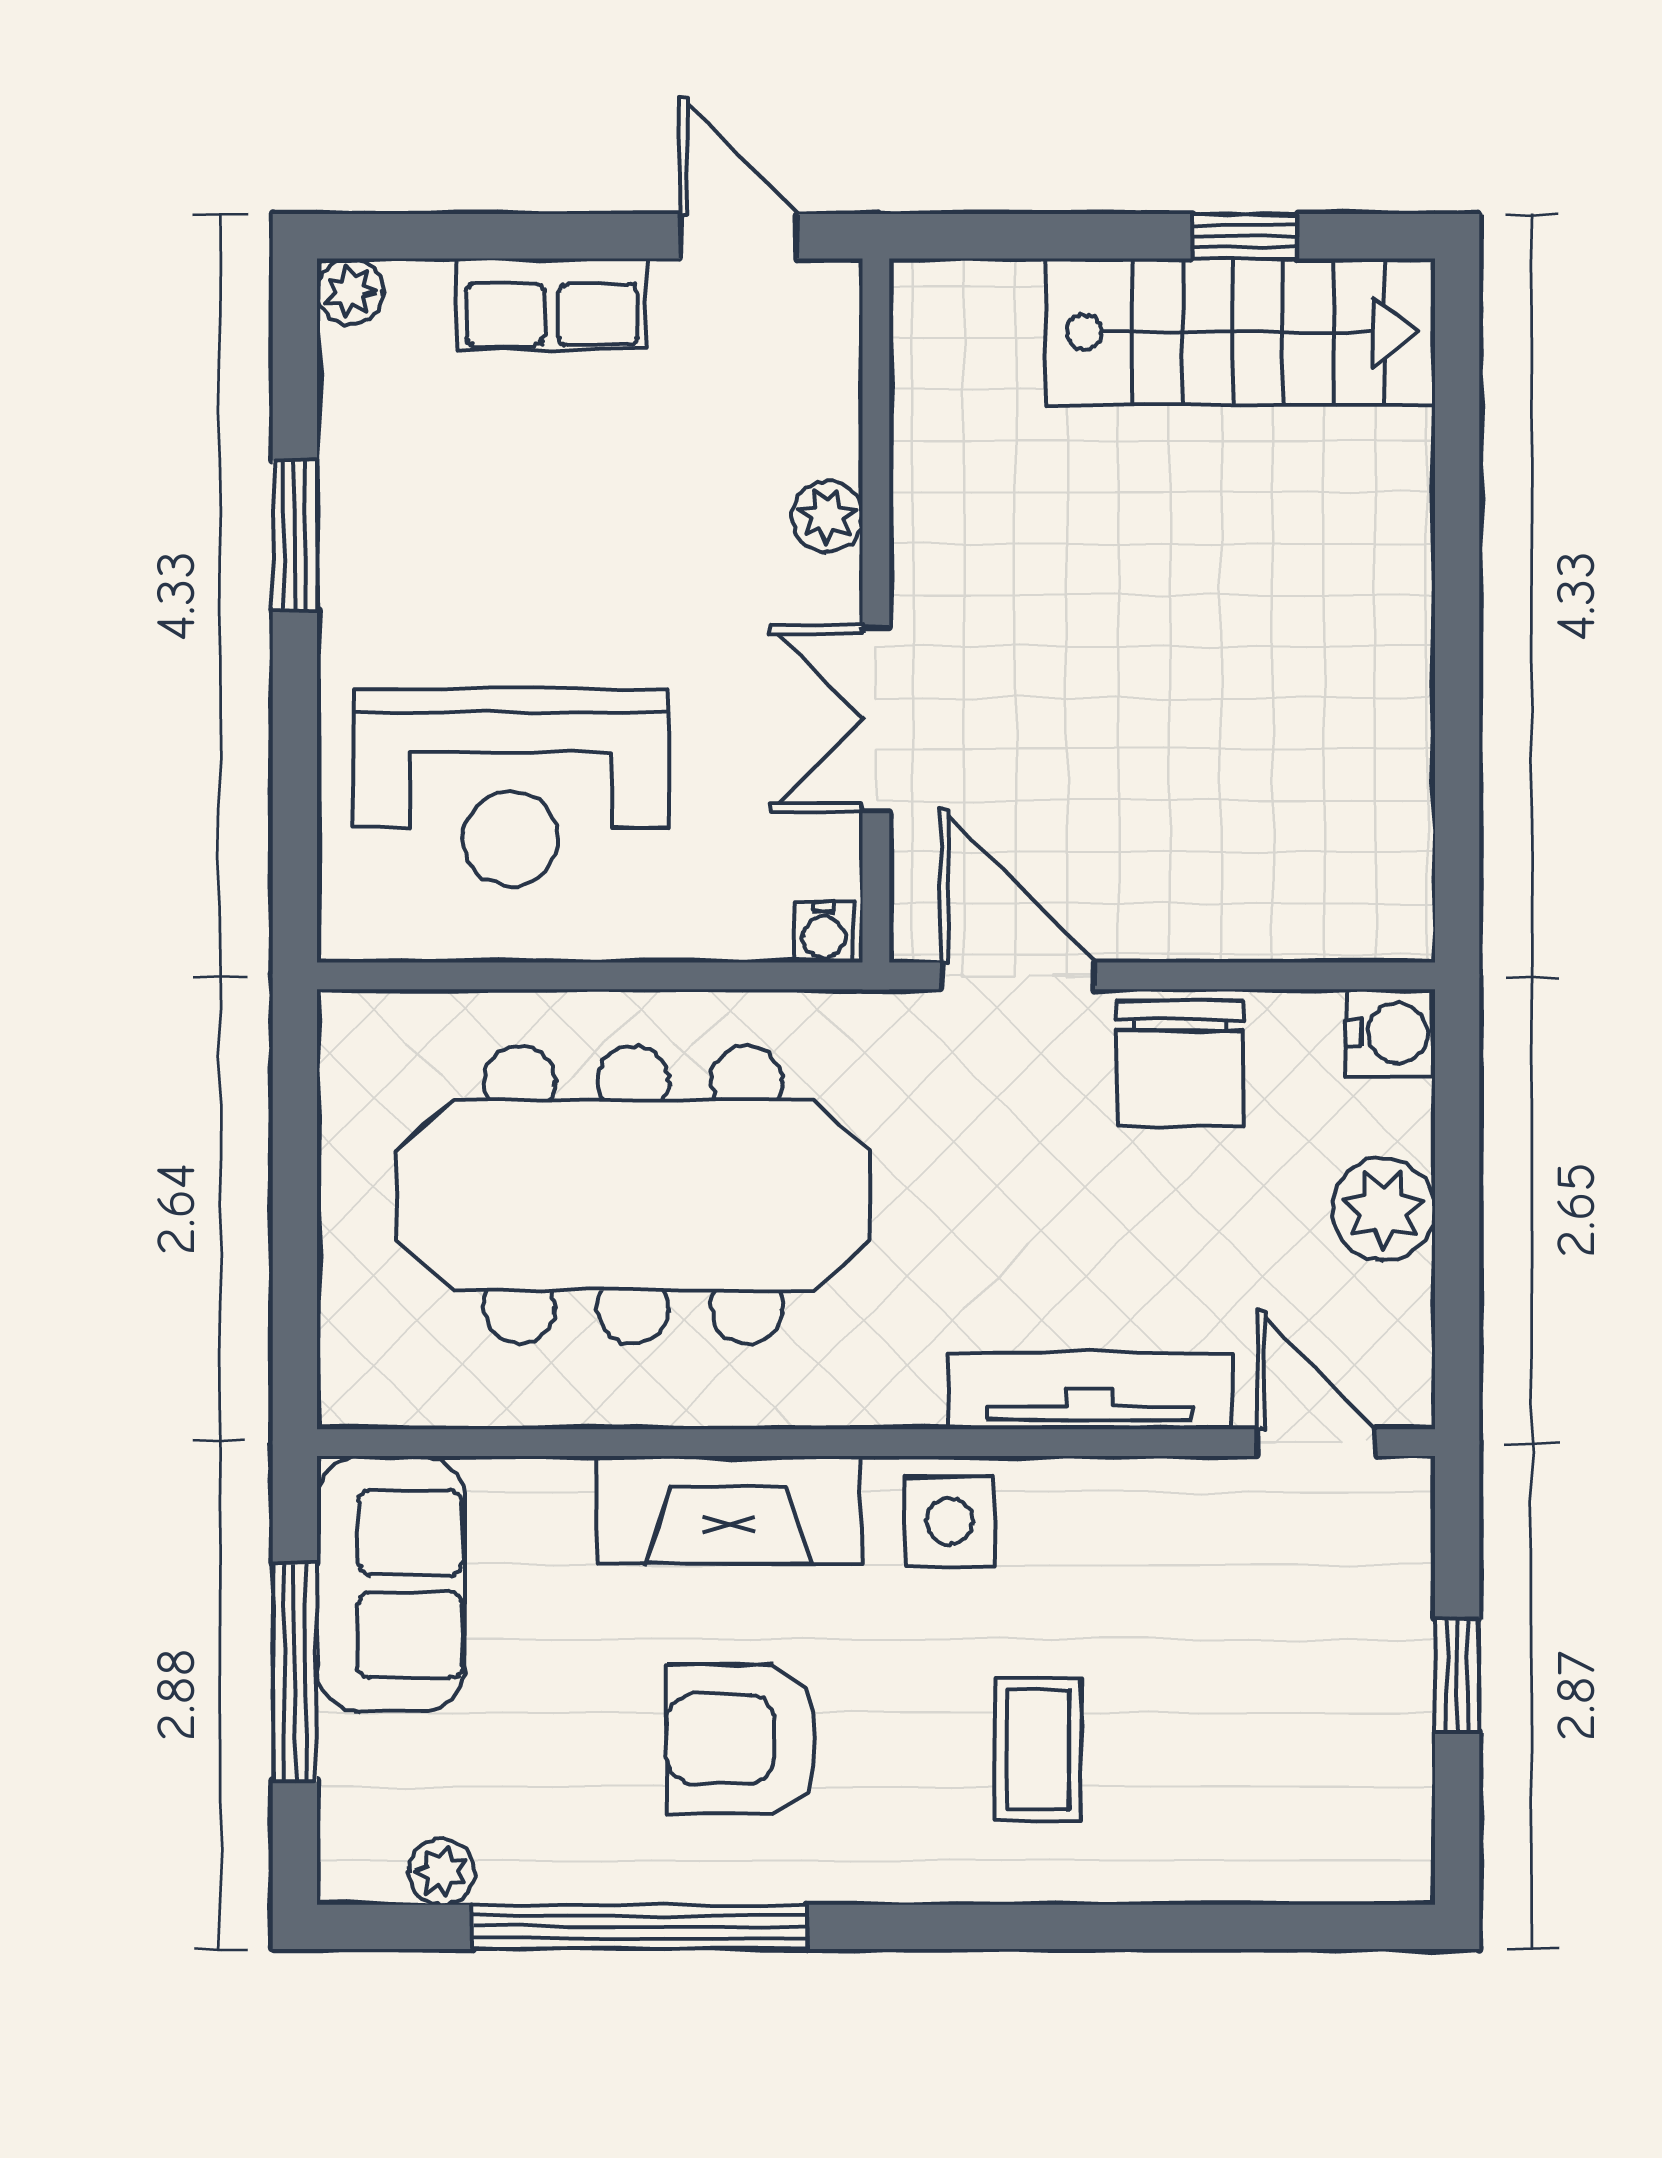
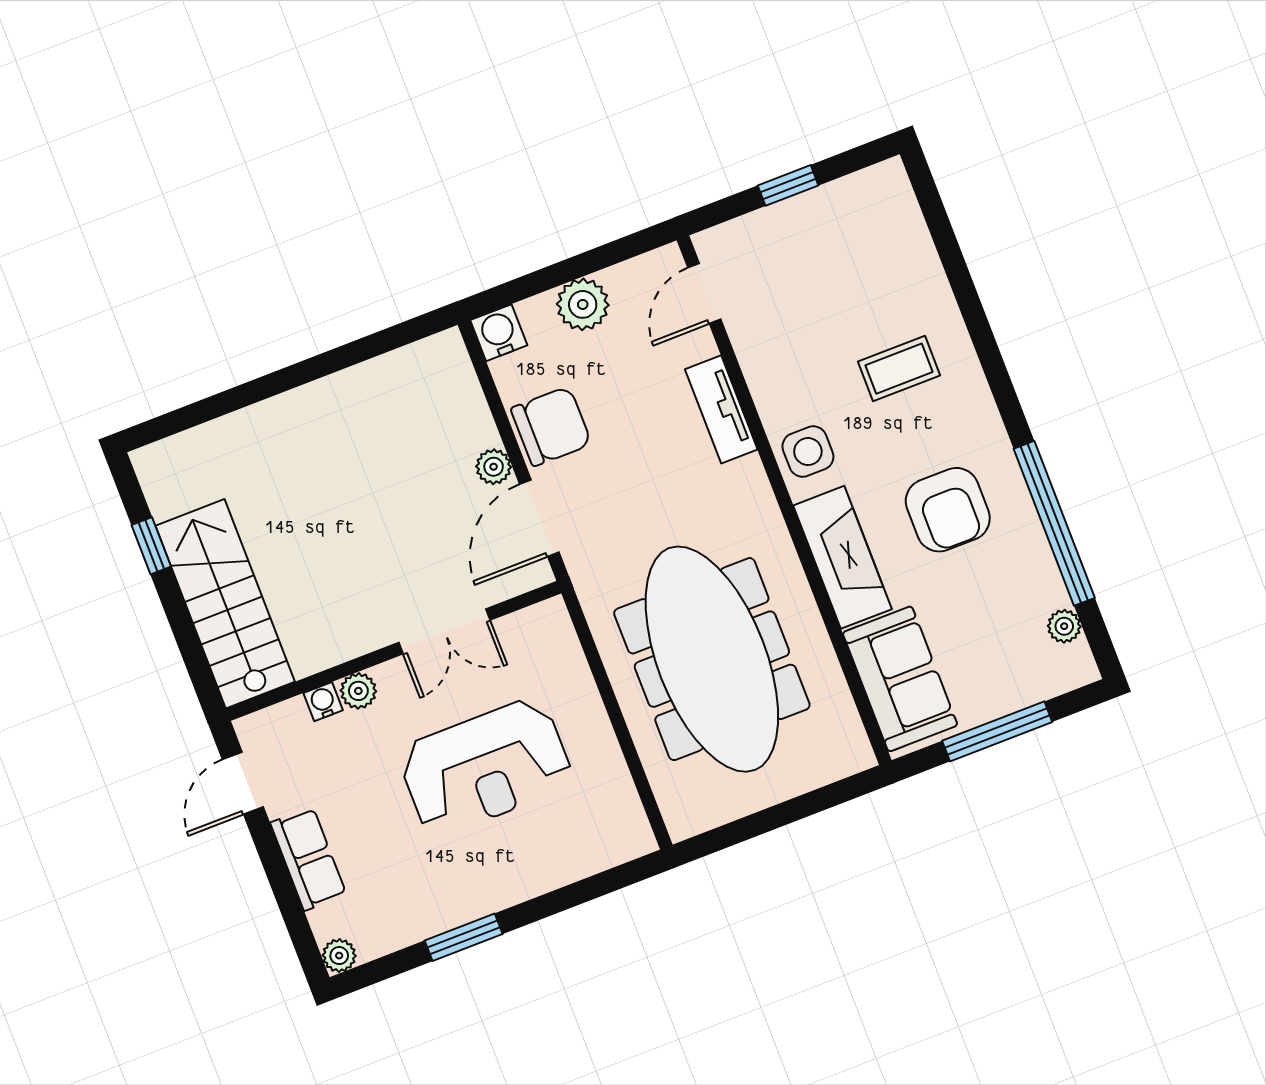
stairs: (1240, 332) -> (225, 604), moved
reception desk: (510, 788) -> (485, 767), moved, turned 90
plant: (1146, 928) -> (494, 467), added
water cooler: (823, 932) -> (323, 702), moved, turned -90
tv unit: (1089, 1391) -> (721, 409), width x0.71
sofa: (391, 1584) -> (900, 679), moved, turned 90

